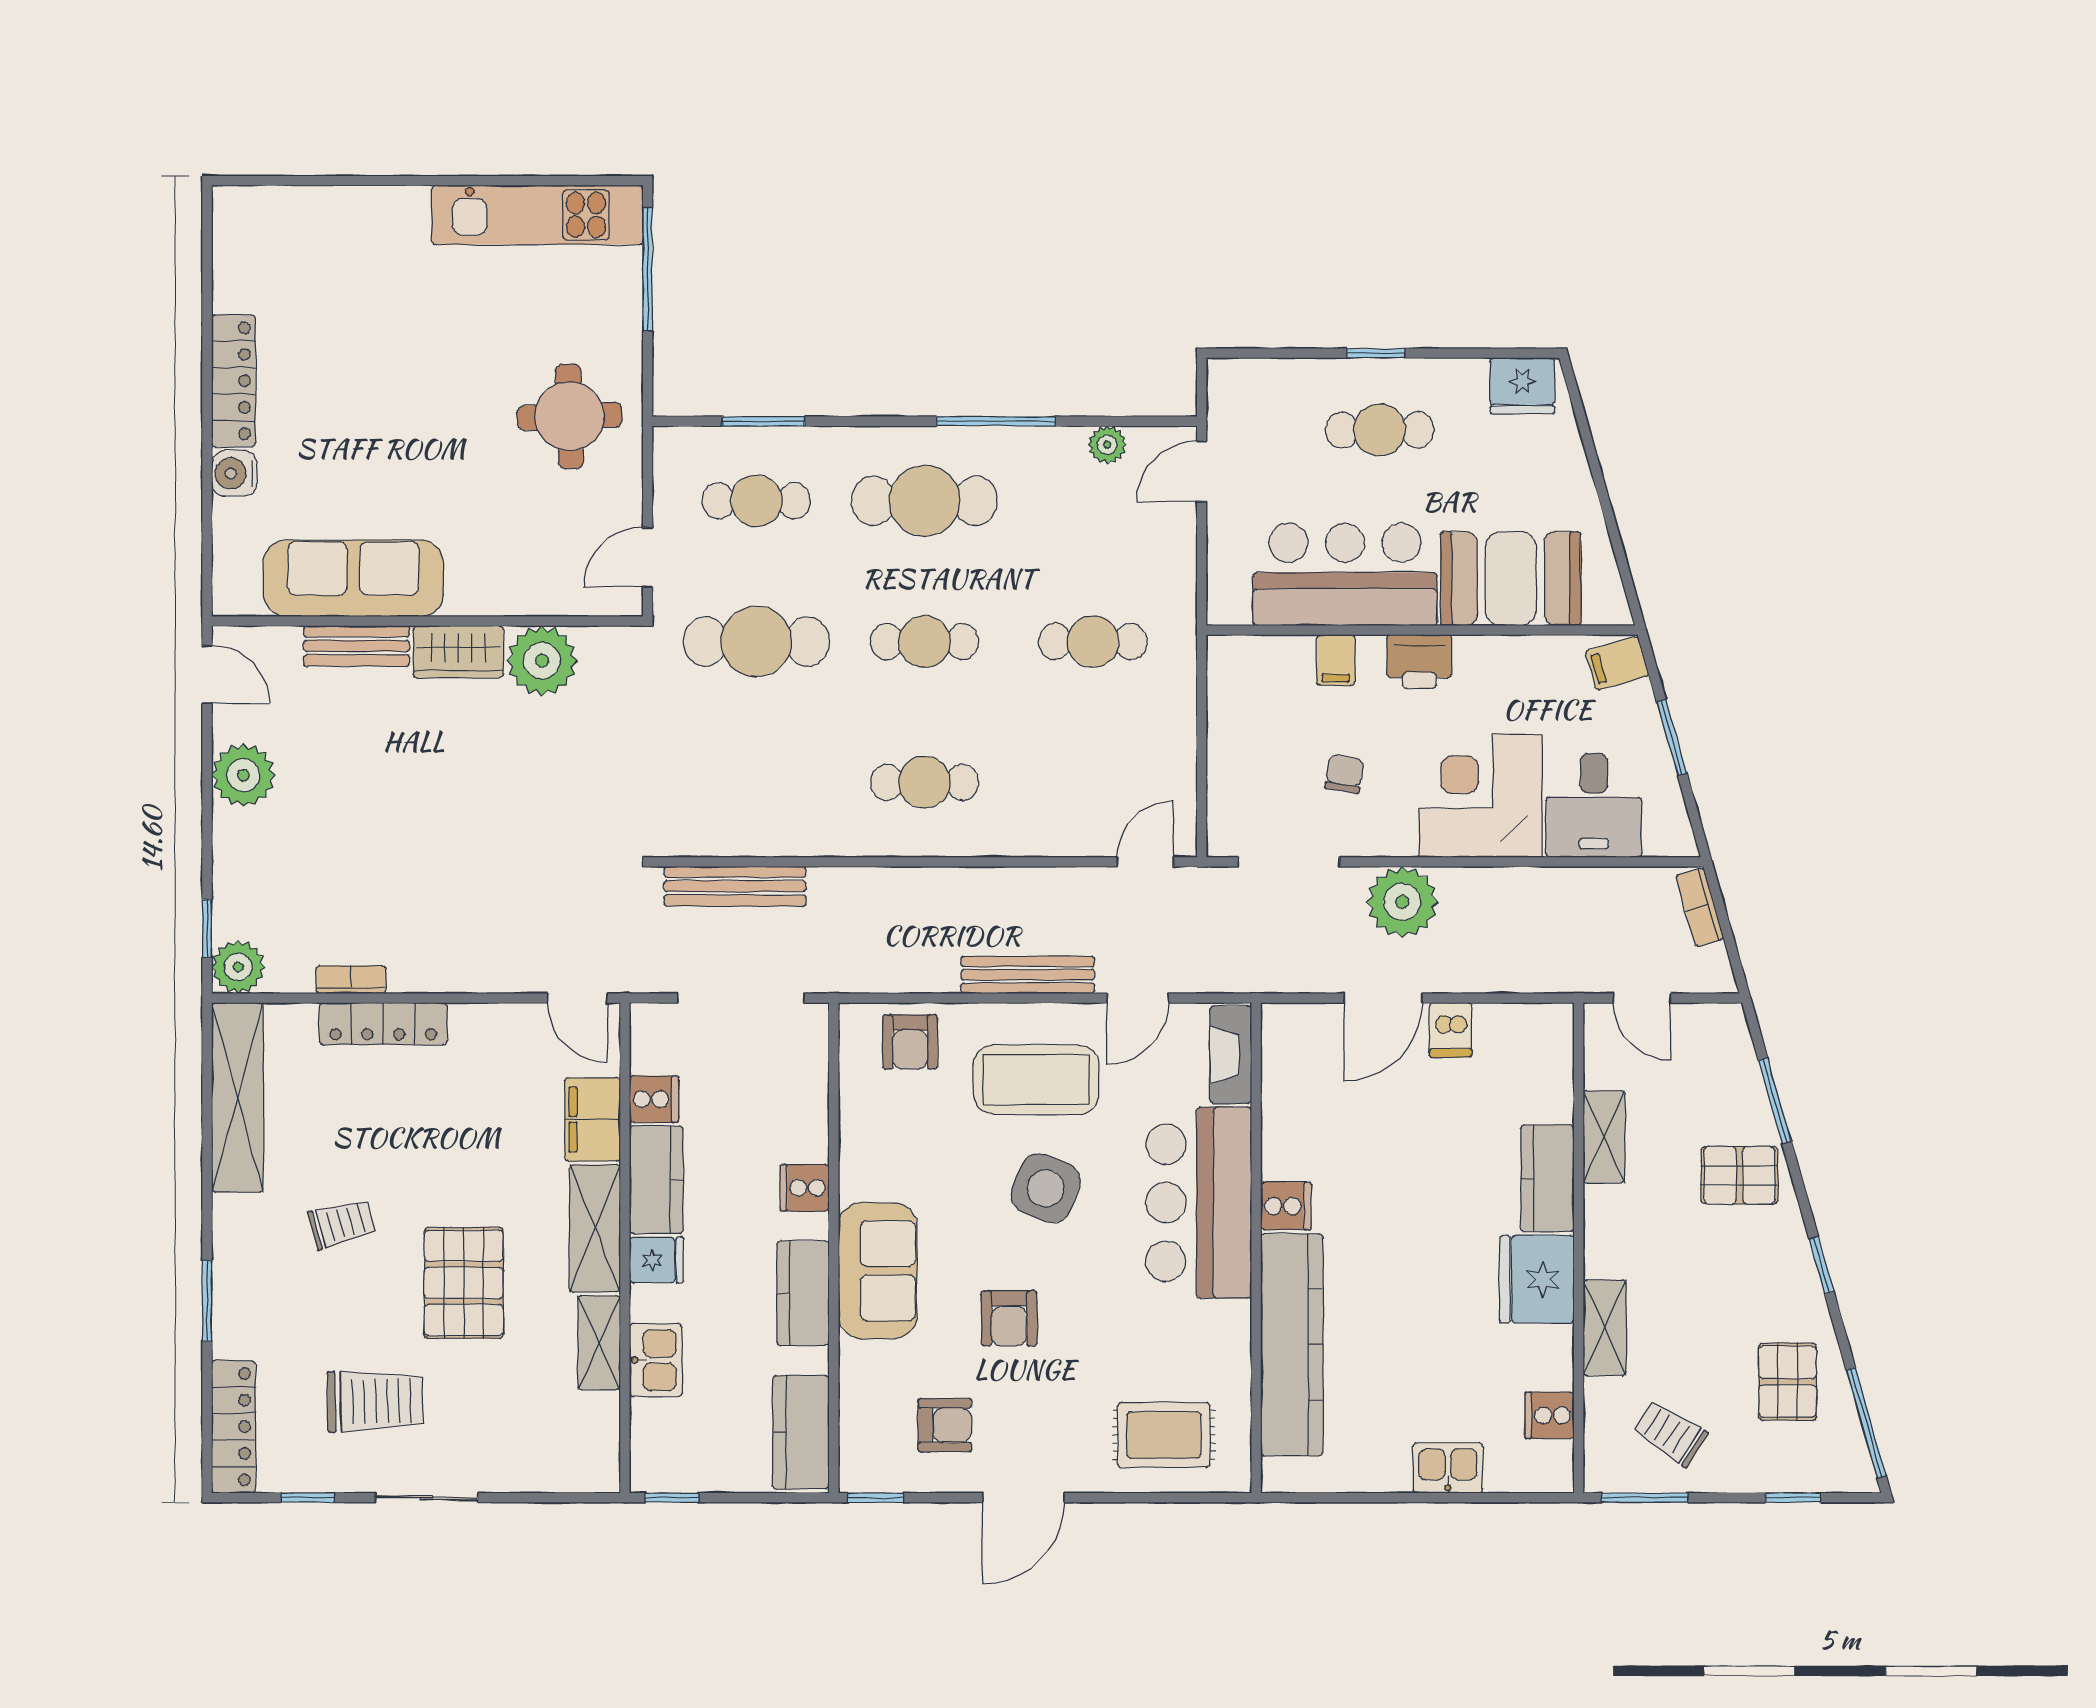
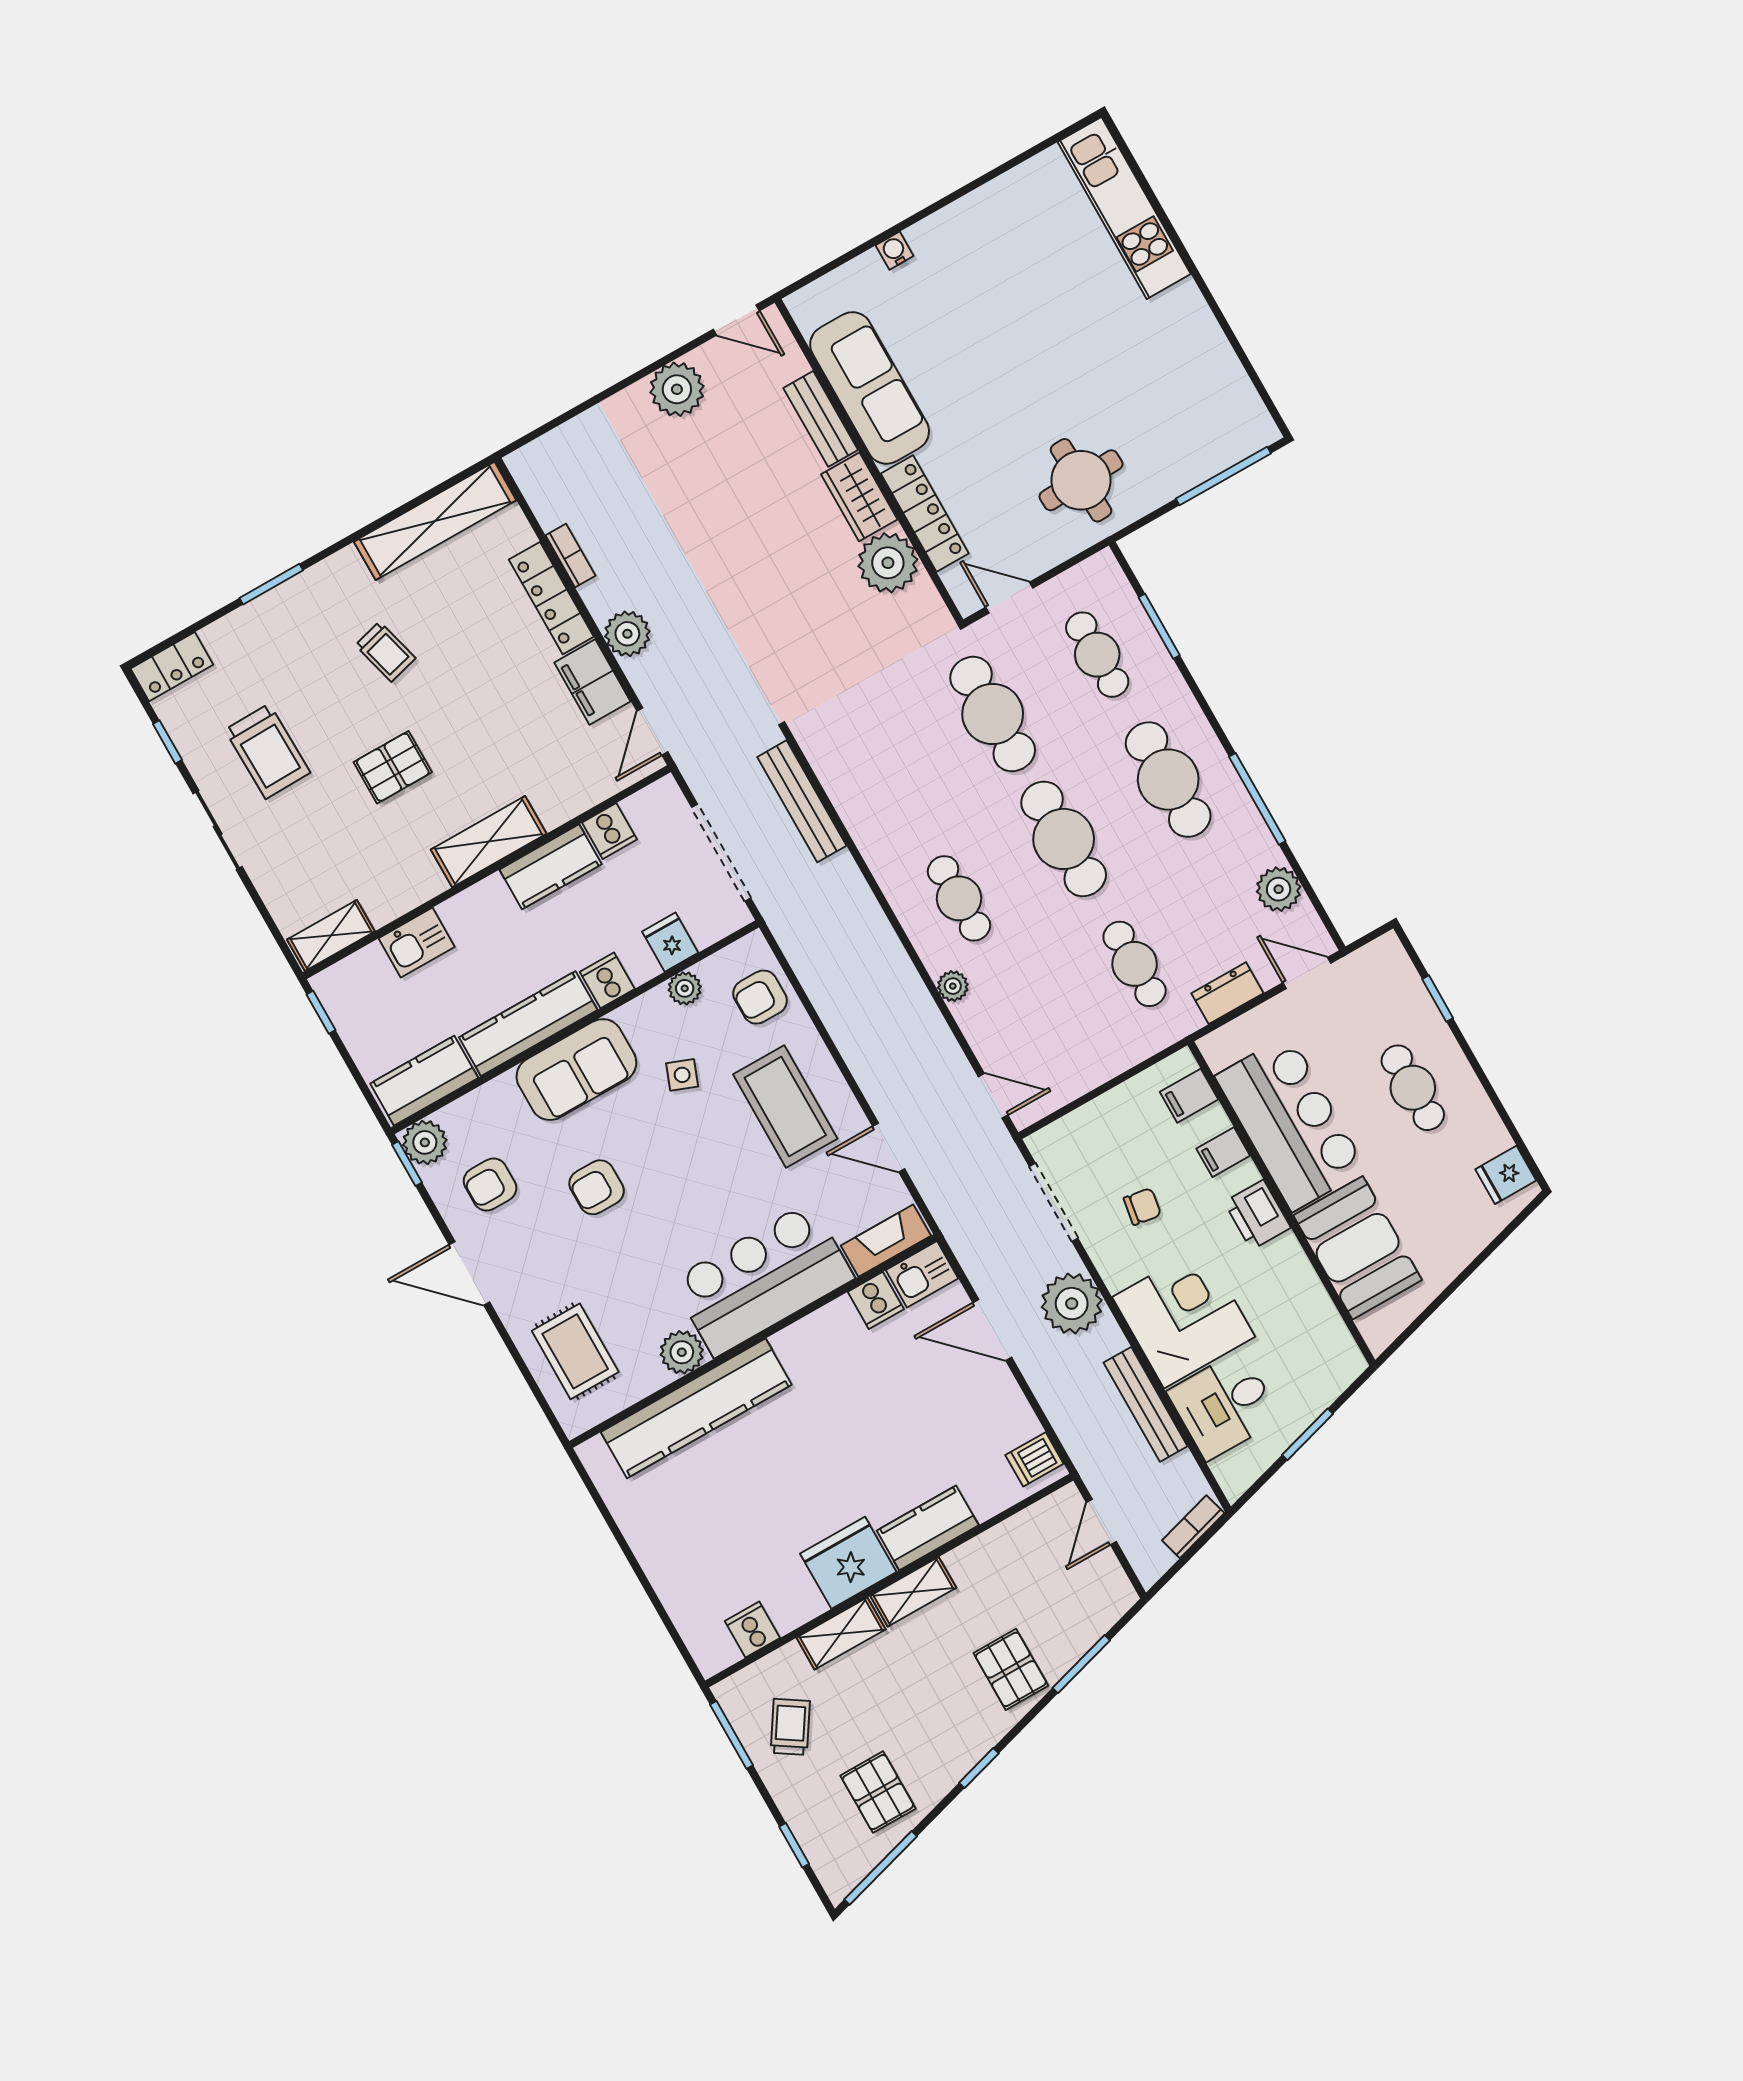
kitchen unit: (537, 215) -> (1124, 208), moved
window: (1376, 353) -> (1438, 999), moved
locker: (233, 381) -> (925, 514), moved, turned -90
fridge: (1522, 386) -> (1506, 1175), width x0.72
plant: (1107, 445) -> (1279, 889), width x1.38, depth x1.38
water cooler: (234, 473) -> (895, 251), width x0.72, depth x0.72
dresser: (1176, 564) -> (1227, 993), added
cafe table: (925, 642) -> (1064, 839), width x1.37, depth x1.35
filing cabinet: (1617, 663) -> (1189, 1096), moved, turned -74
door: (207, 675) -> (736, 320), hinge flipped
plant: (1010, 839) -> (953, 986), added
window: (207, 928) -> (548, 427), removed
plant: (238, 967) -> (627, 634), moved
bench: (1028, 975) -> (1146, 1404), moved
dishwasher: (1451, 1030) -> (1034, 1459), moved
plant: (858, 1114) -> (685, 988), added
filing cabinet: (592, 1119) -> (592, 682), moved, turned -90
shelving: (1604, 1137) -> (913, 1592), moved
side table: (1046, 1188) -> (682, 1075), moved, width x0.54, depth x0.54
cooker: (1286, 1206) -> (876, 1300), moved
fridge: (657, 1260) -> (670, 942), moved, turned 180
pallet: (464, 1283) -> (393, 767), width x0.67, depth x0.71
kitchen counter: (803, 1293) -> (528, 1024), width x1.50
plant: (1226, 1327) -> (682, 1352), added
shelving: (599, 1343) -> (331, 935), moved
pallet: (1788, 1382) -> (878, 1792), turned 90
armchair: (945, 1425) -> (490, 1185), turned 90
locker: (234, 1427) -> (172, 667), width x0.66
plant: (864, 1467) -> (425, 1142), added
kitchen sink: (1448, 1468) -> (922, 1274), moved, turned 90

